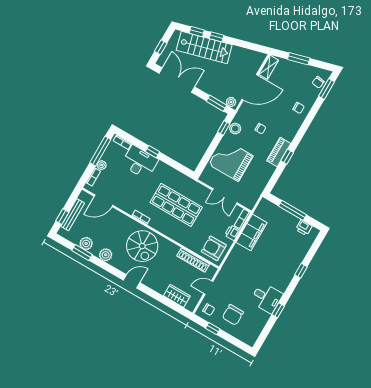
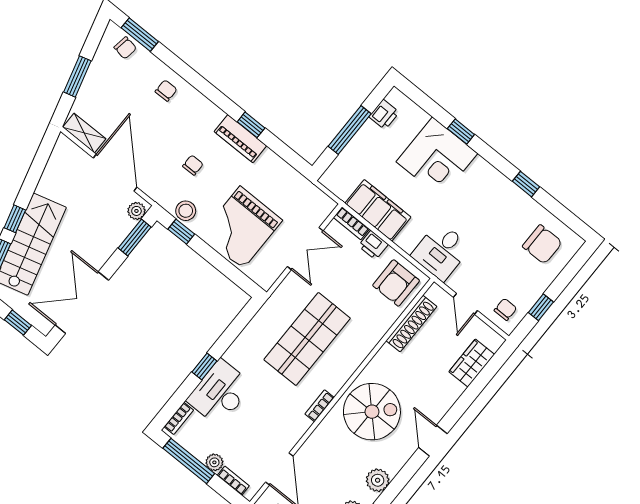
corner desk: (285, 260) -> (437, 158), added
desk: (266, 298) -> (441, 251), moved, turned 180
chair: (233, 315) -> (542, 244), moved

